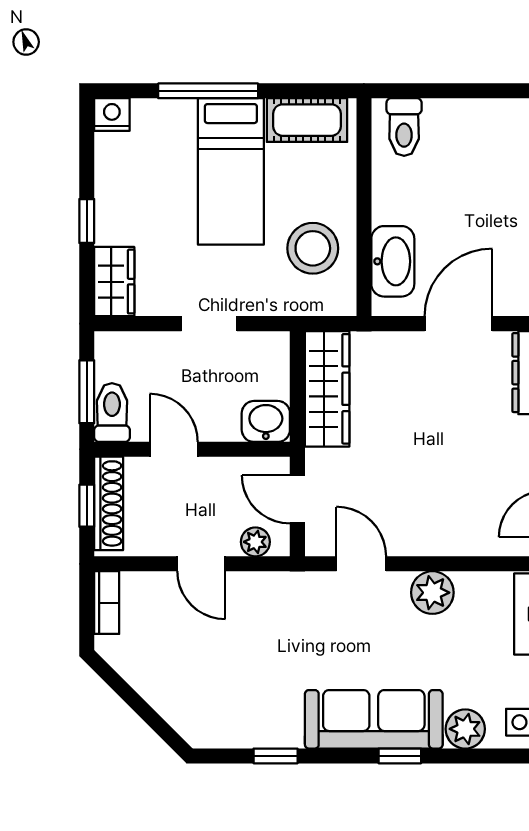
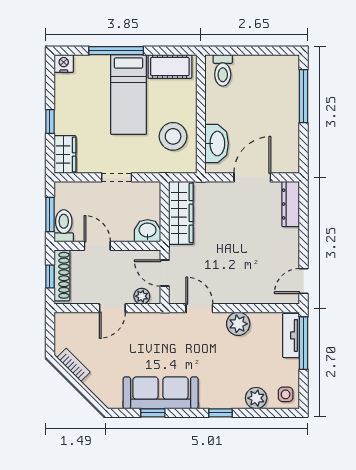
door: (201, 564) -> (112, 308), hinge flipped
bookcase: (107, 603) -> (73, 365), moved, turned -45
sofa: (374, 719) -> (161, 393), moved

